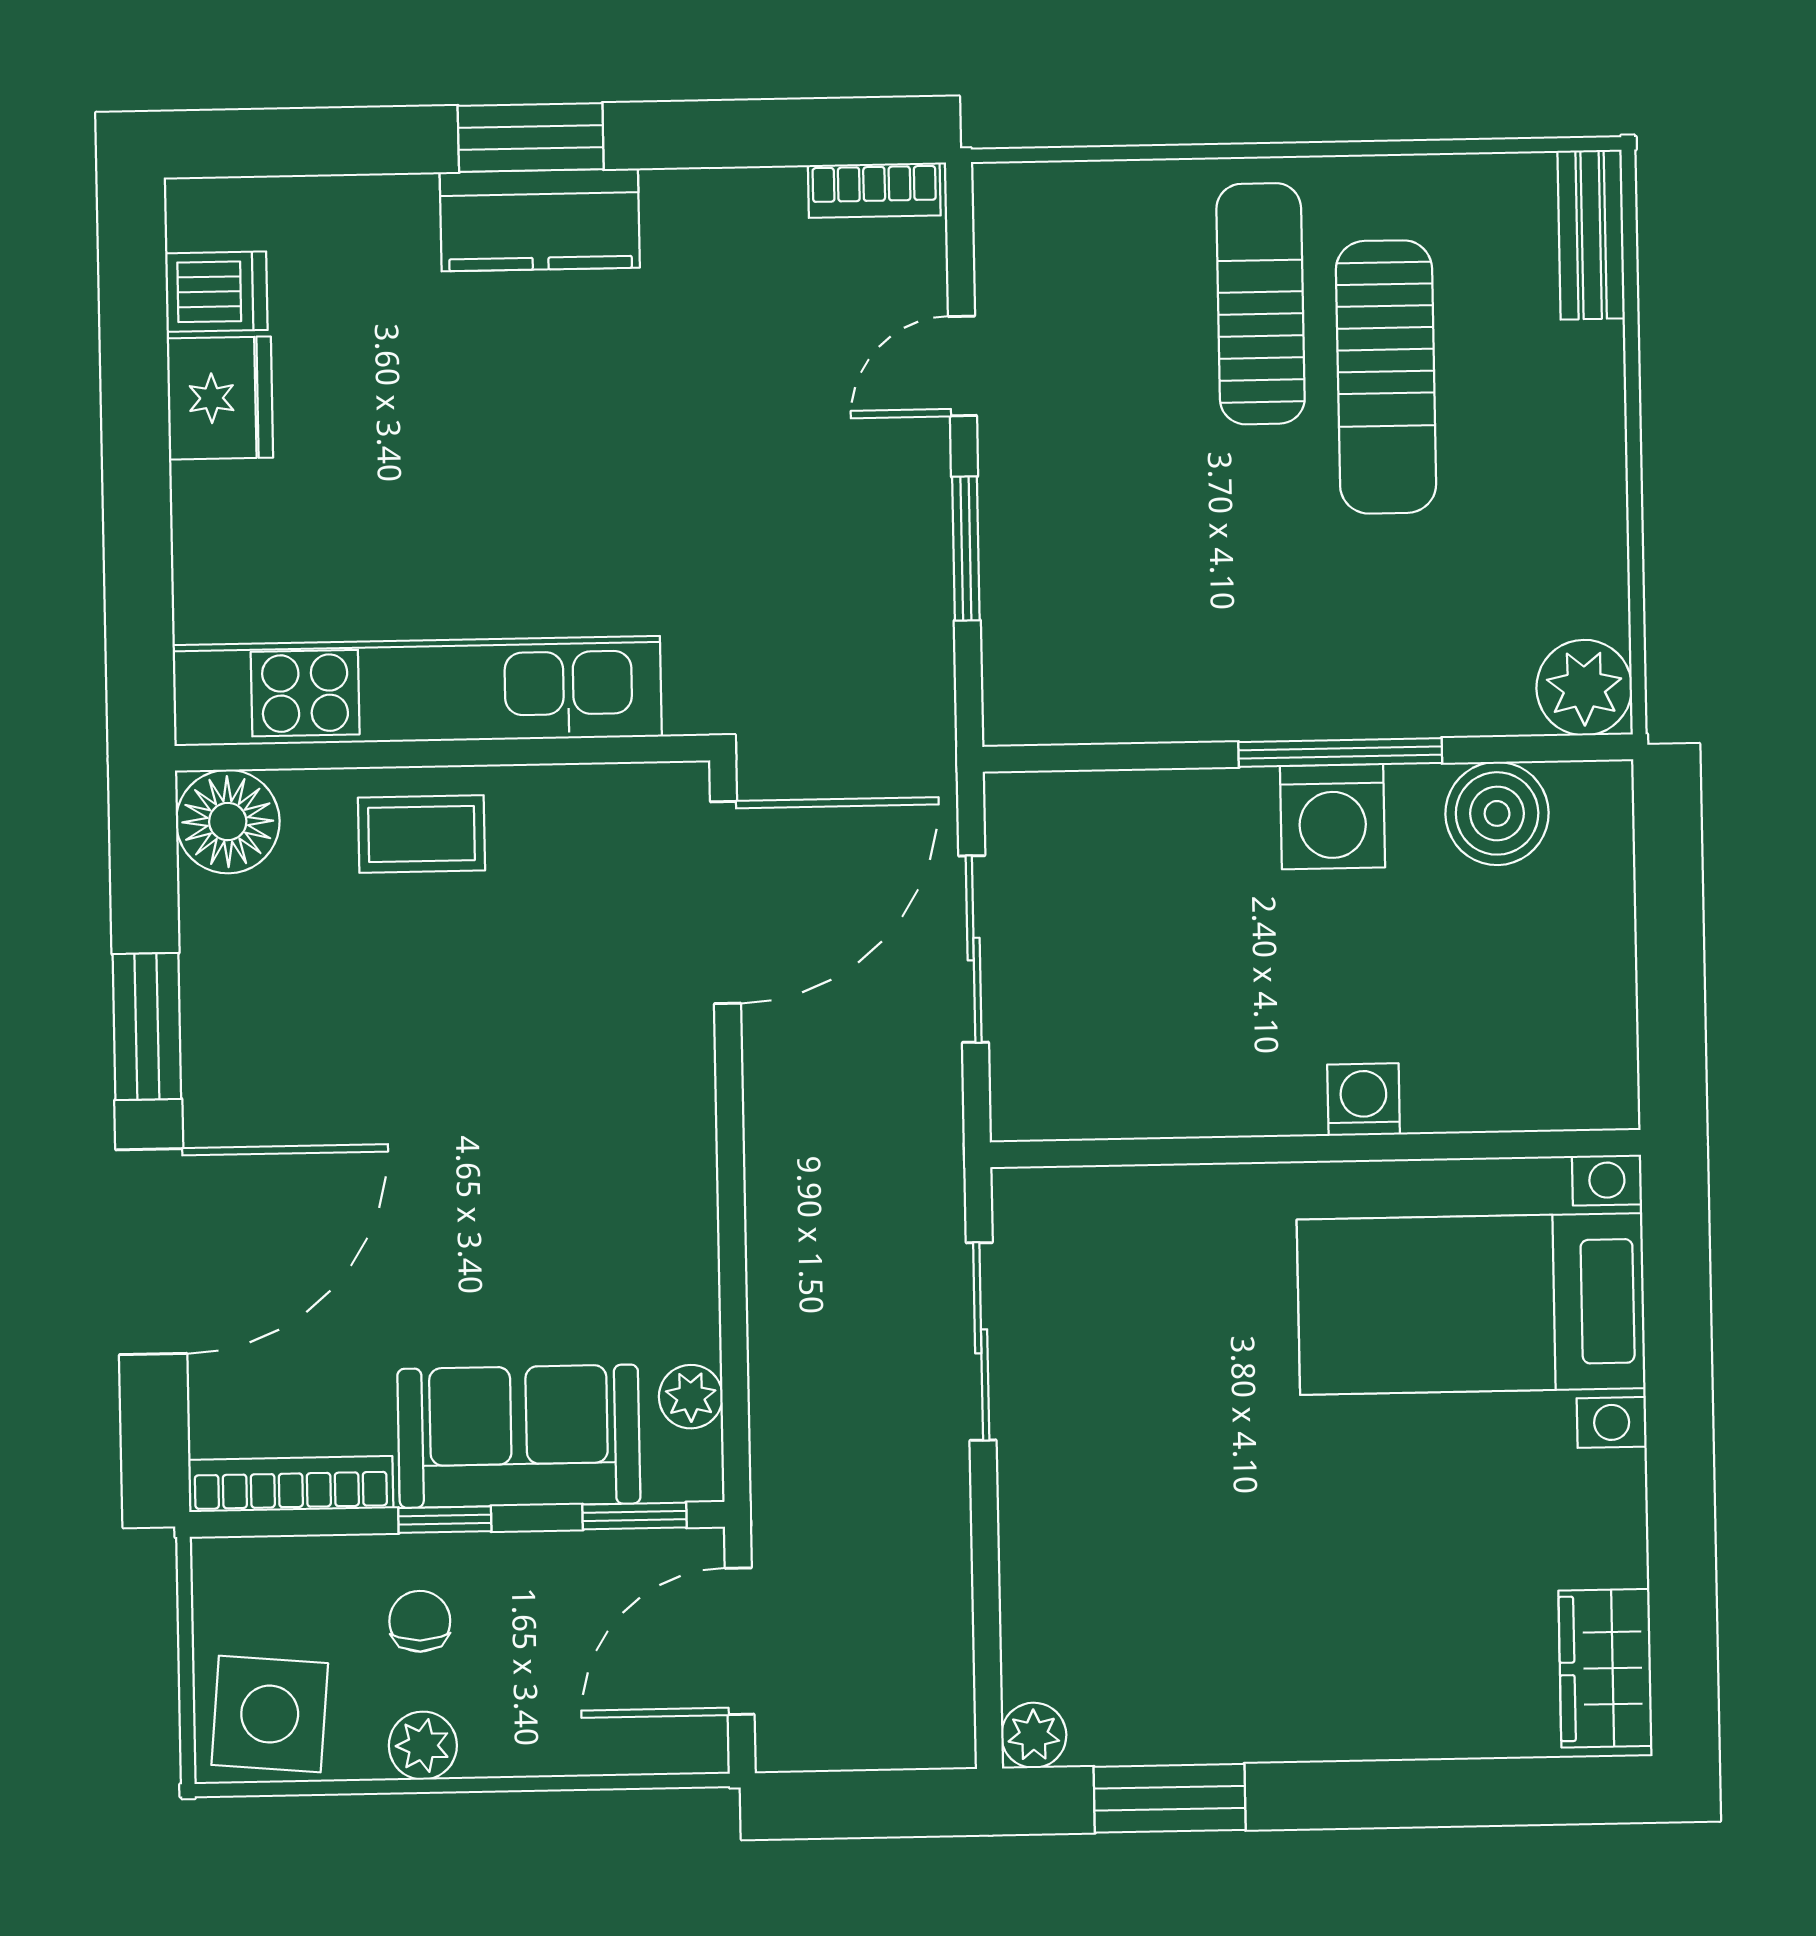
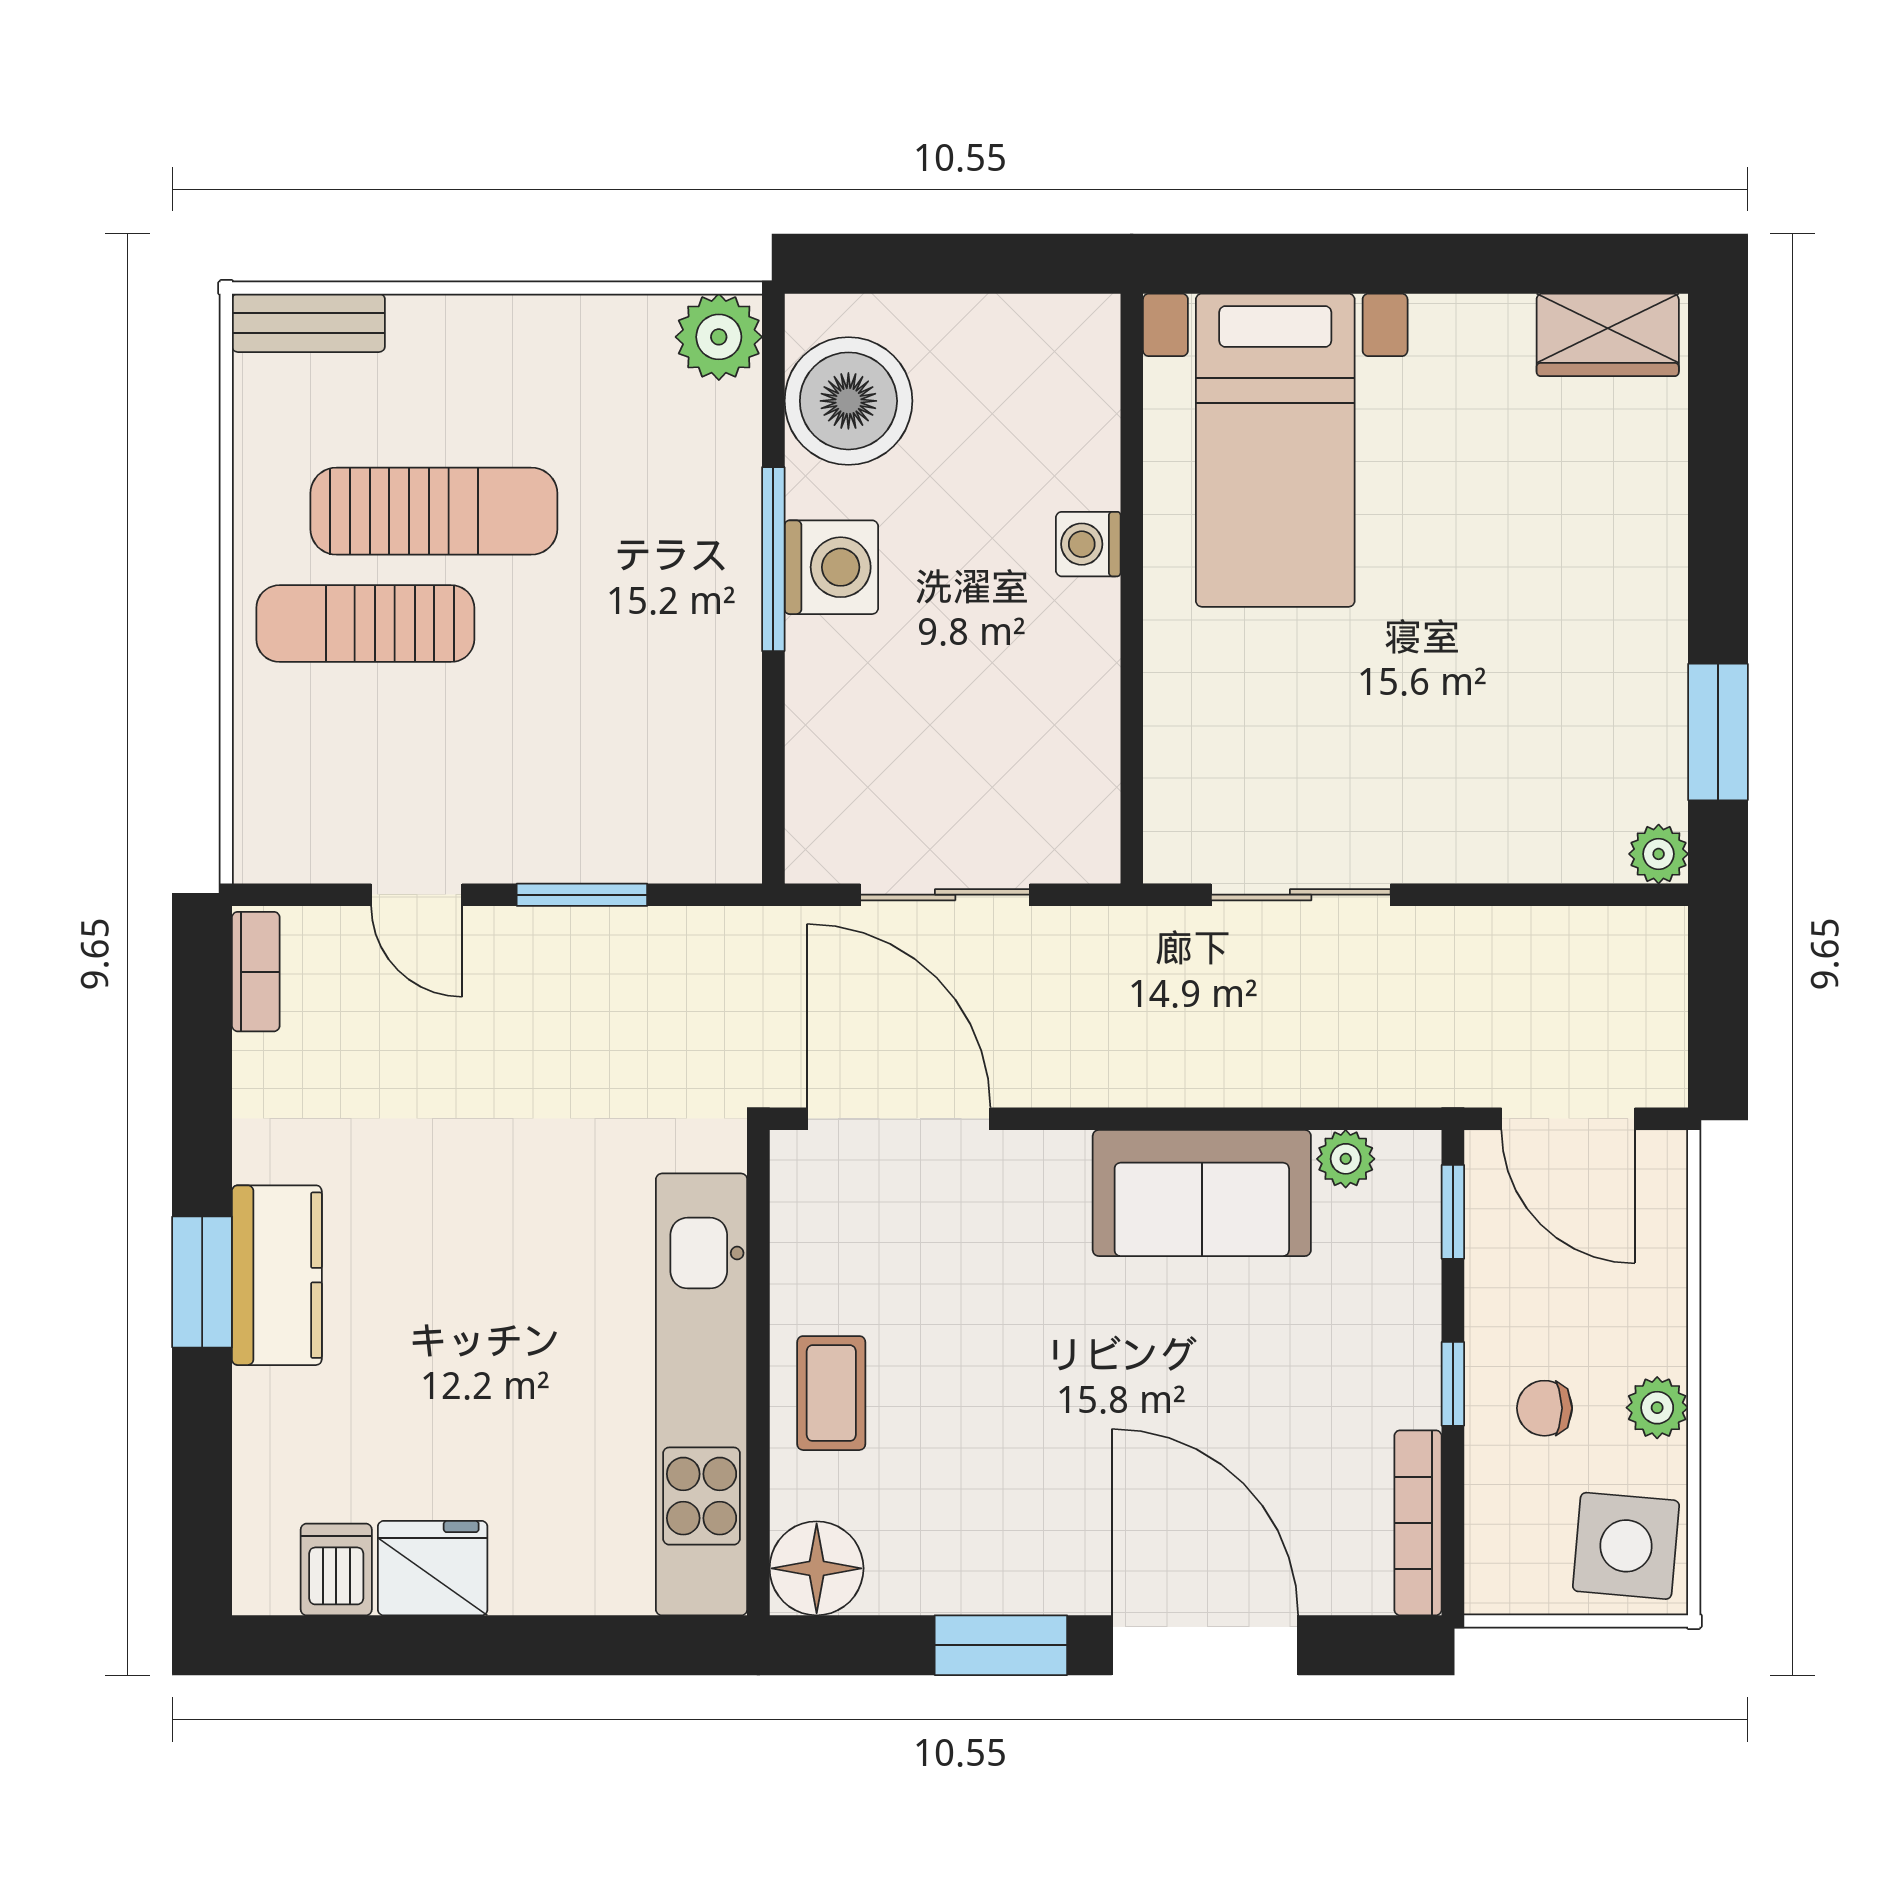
boiler: (1497, 813) -> (848, 401), width x1.37, depth x1.37
sofa: (519, 1436) -> (1202, 1193), moved, turned -90

